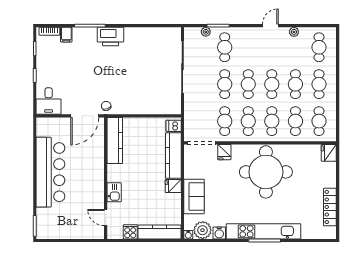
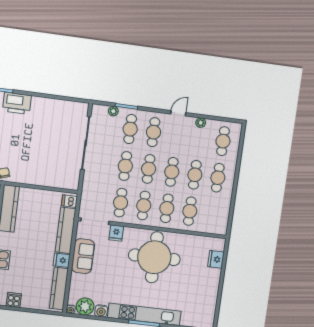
cafe table: (319, 121) -> (154, 132), moved
fridge: (329, 153) -> (216, 259), moved
sofa: (194, 196) -> (83, 256), moved
locker: (330, 207) -> (211, 298), removed
kitchen counter: (159, 232) -> (59, 288), moved, turned -90

